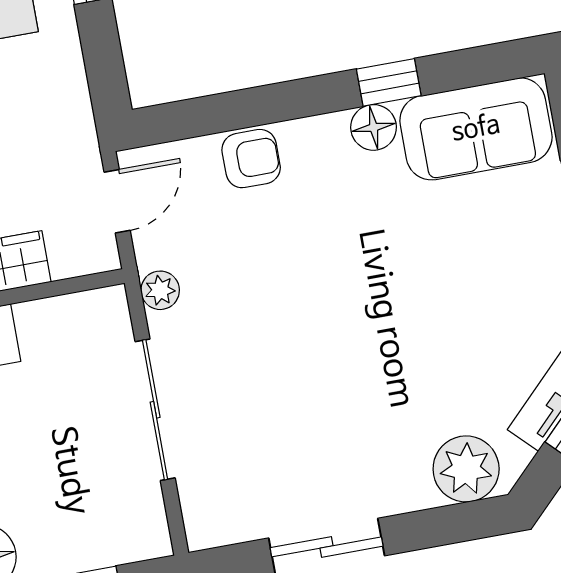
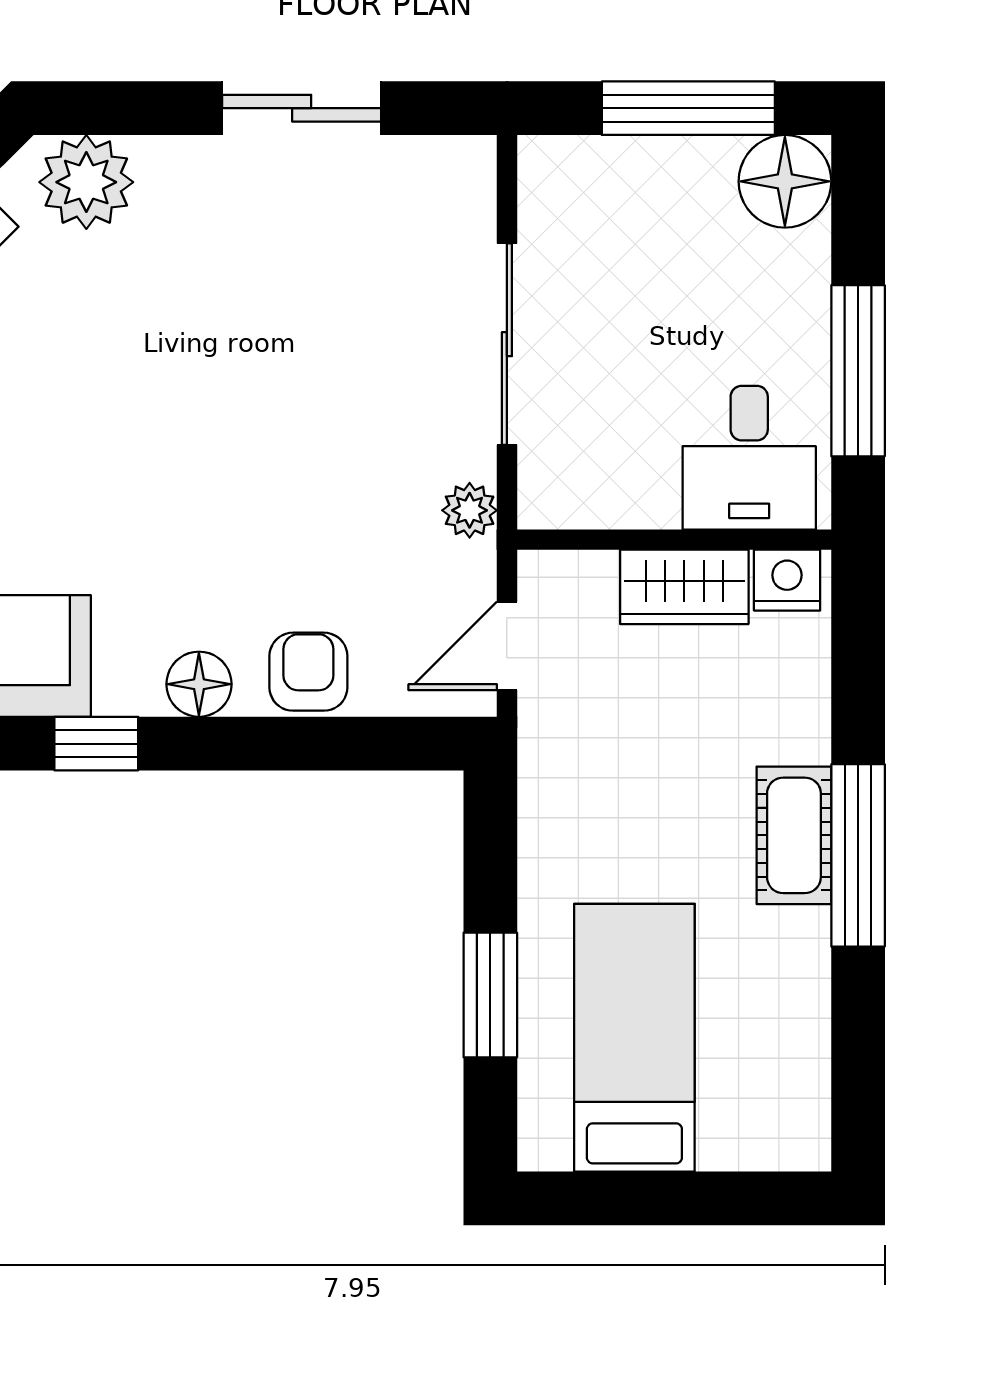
floor lamp: (374, 127) -> (199, 684), moved
armchair: (251, 159) -> (308, 672), turned 90

